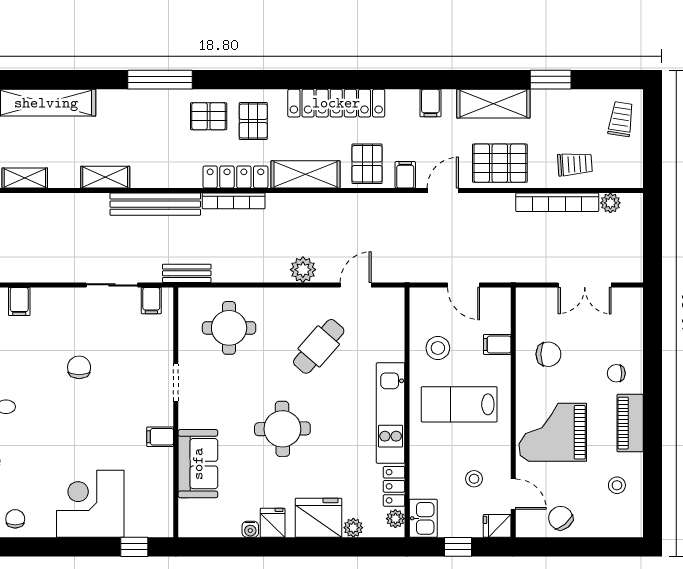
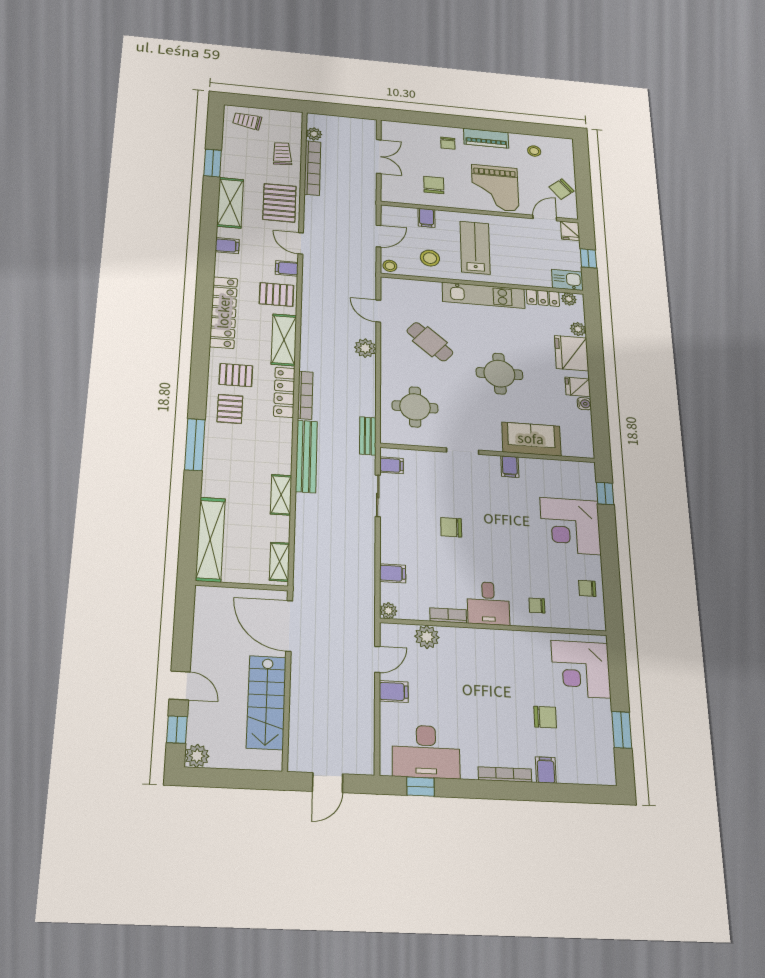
lab bench: (459, 404) -> (475, 248), turned 180
stool: (474, 479) -> (390, 266), moved

